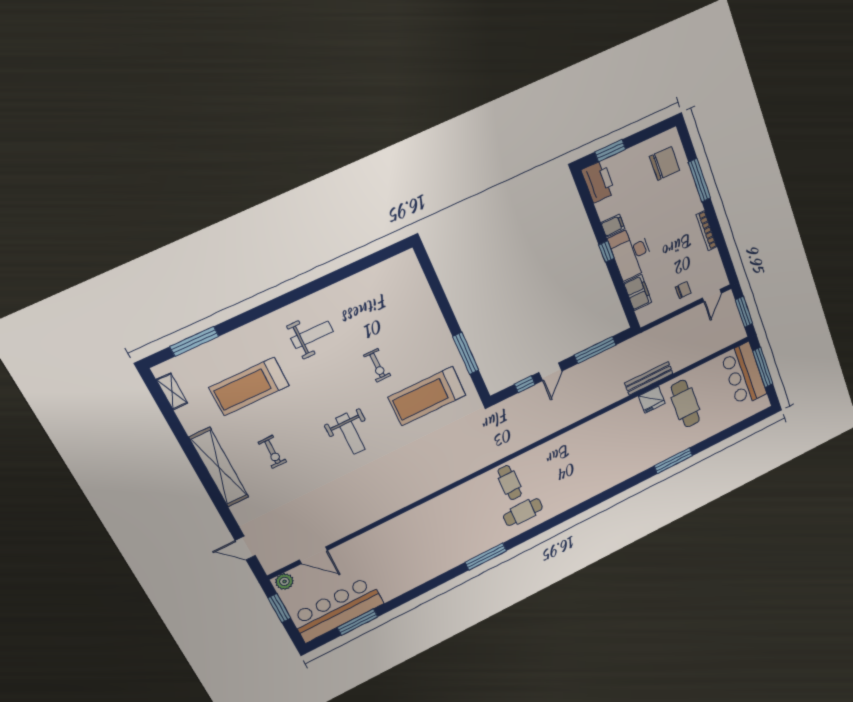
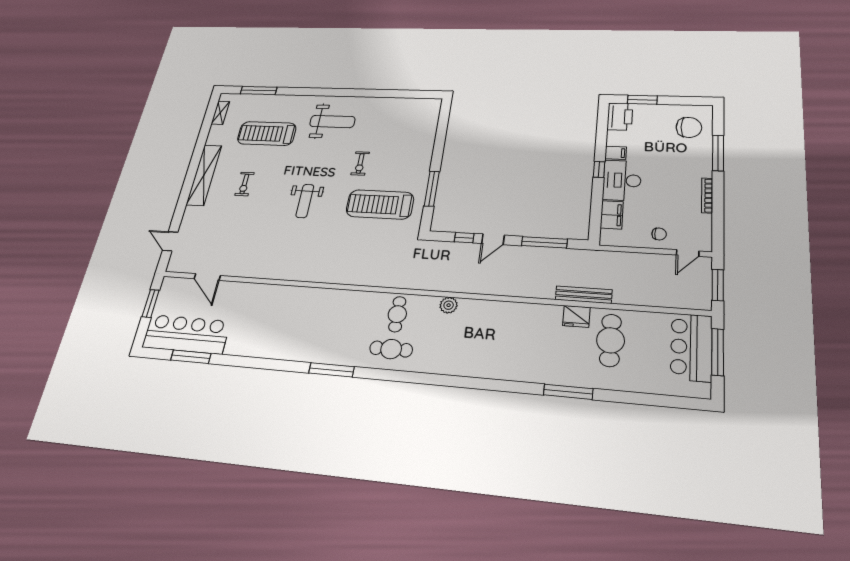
weight bench: (312, 335) -> (332, 122), width x1.36, depth x1.33
plant: (284, 581) -> (449, 305), moved

